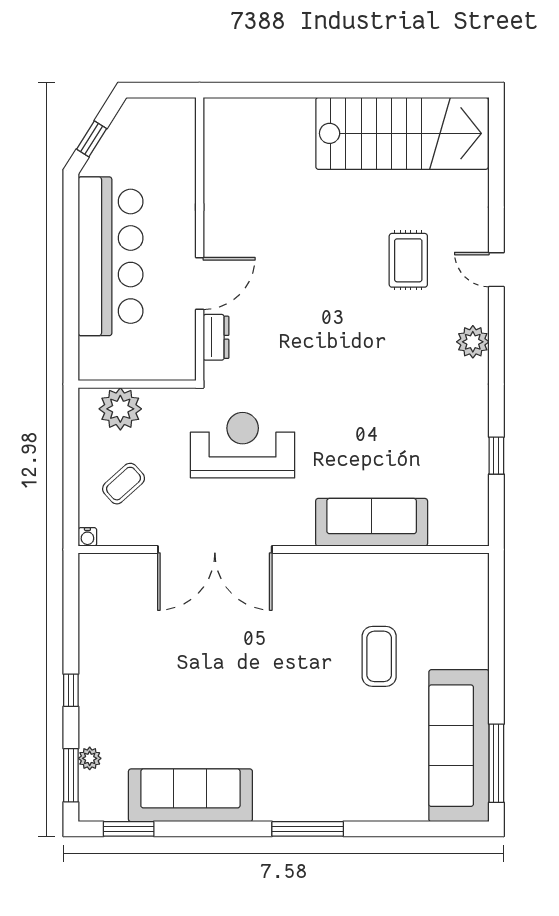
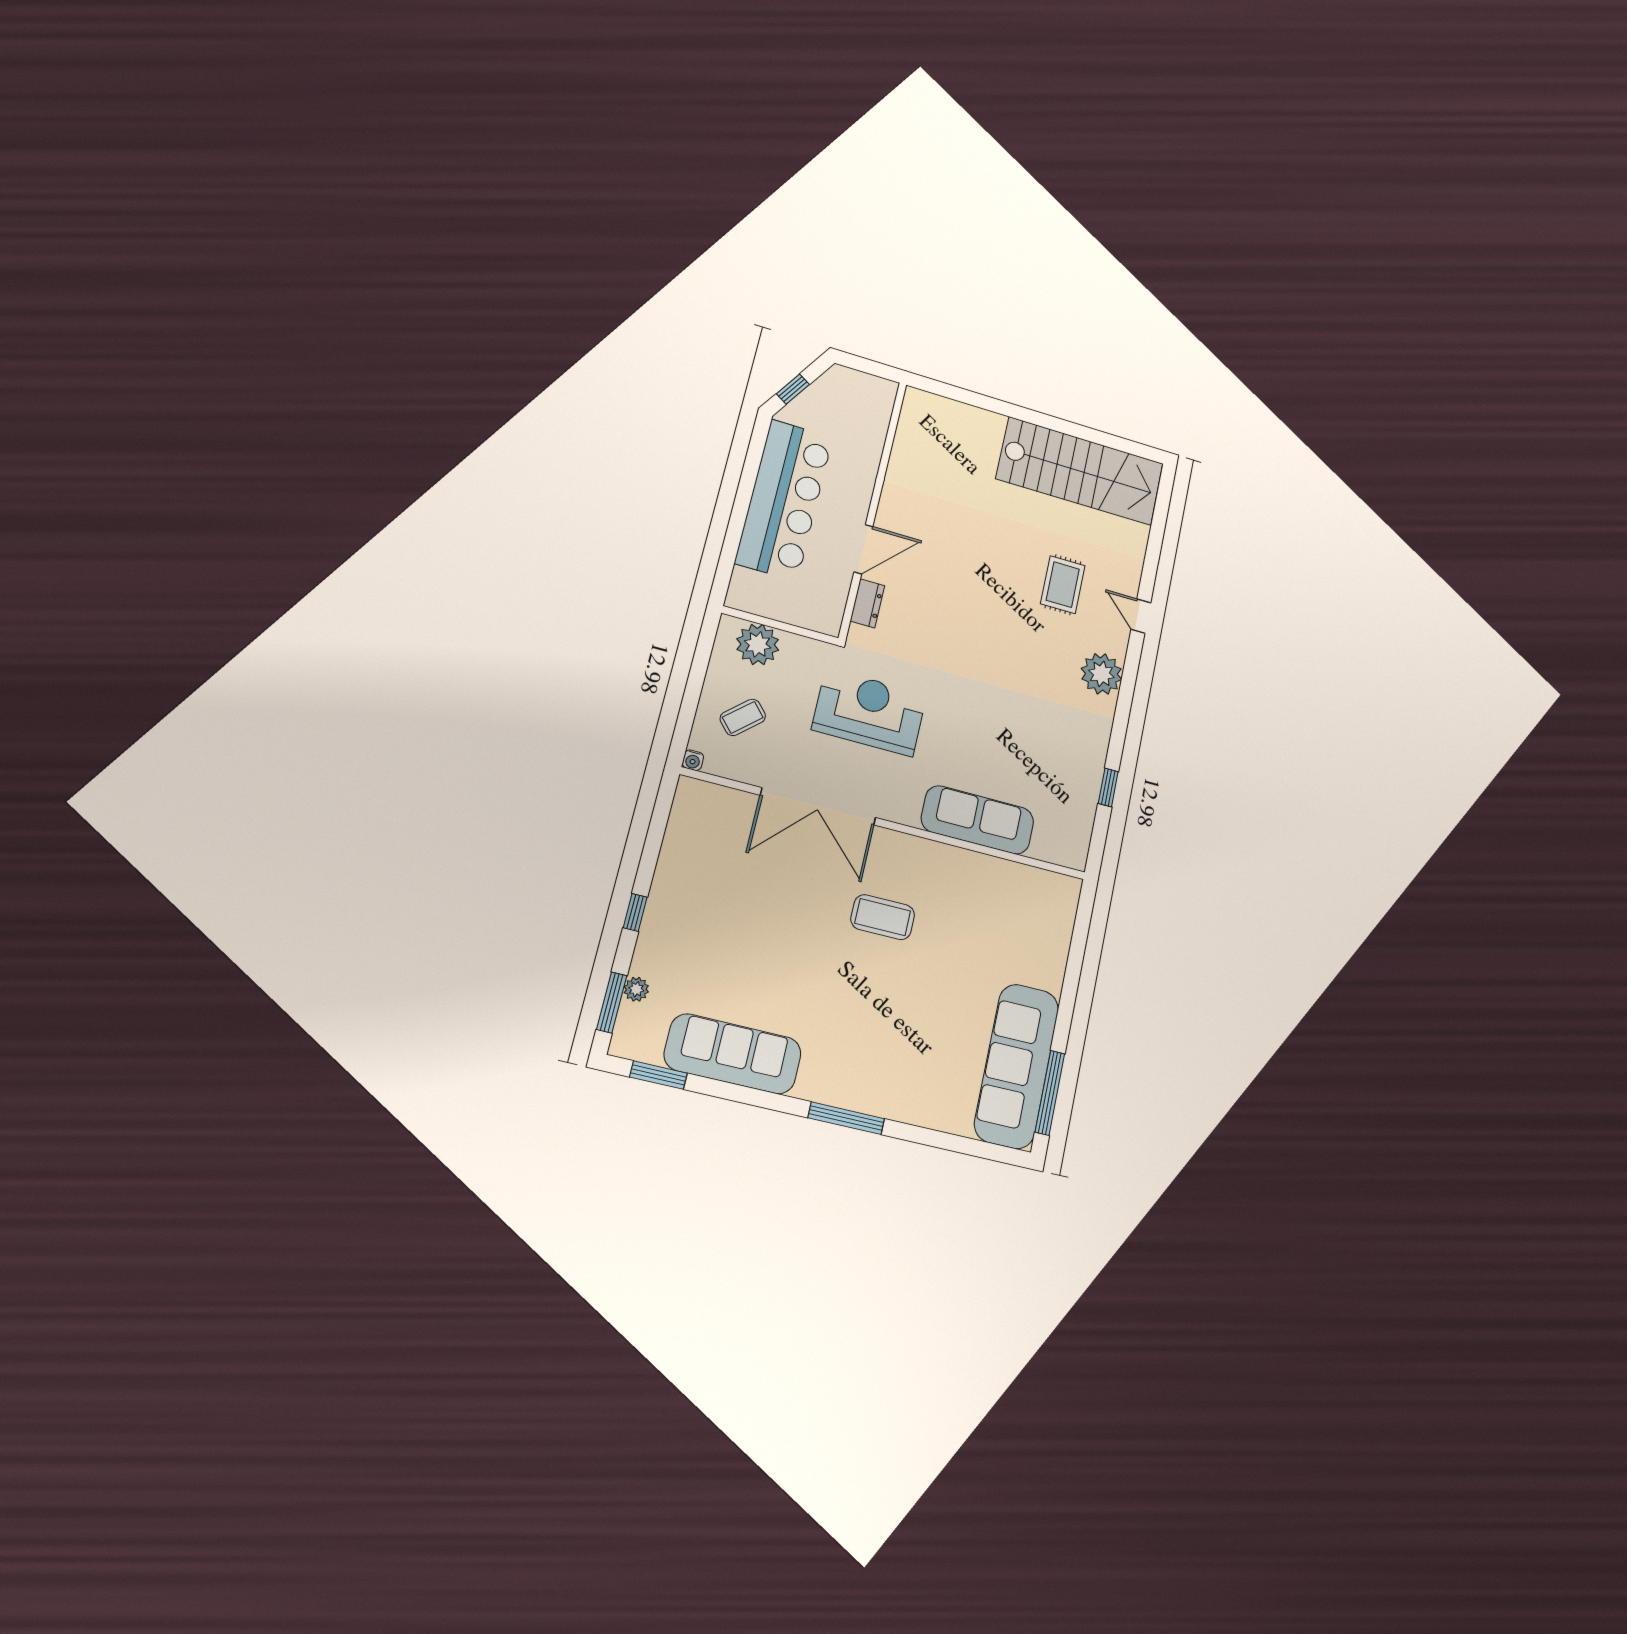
plant: (473, 342) -> (1101, 674), width x1.36, depth x1.36
coffee table: (379, 656) -> (883, 917), moved, turned 90

